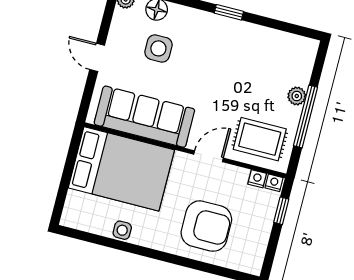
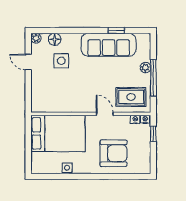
window: (229, 12) -> (116, 30), moved
door: (97, 57) -> (28, 62), moved
sofa: (144, 117) -> (109, 45), moved, turned 180
door: (208, 156) -> (105, 114), hinge flipped

